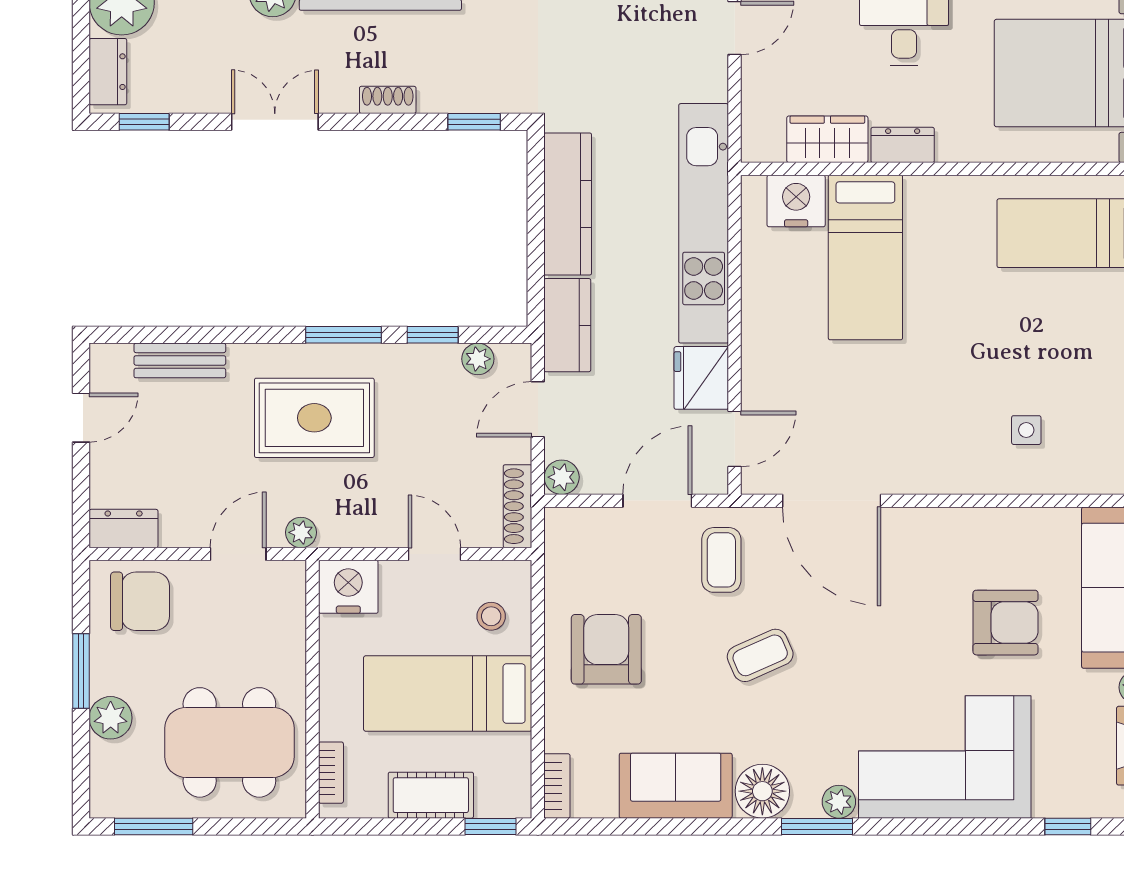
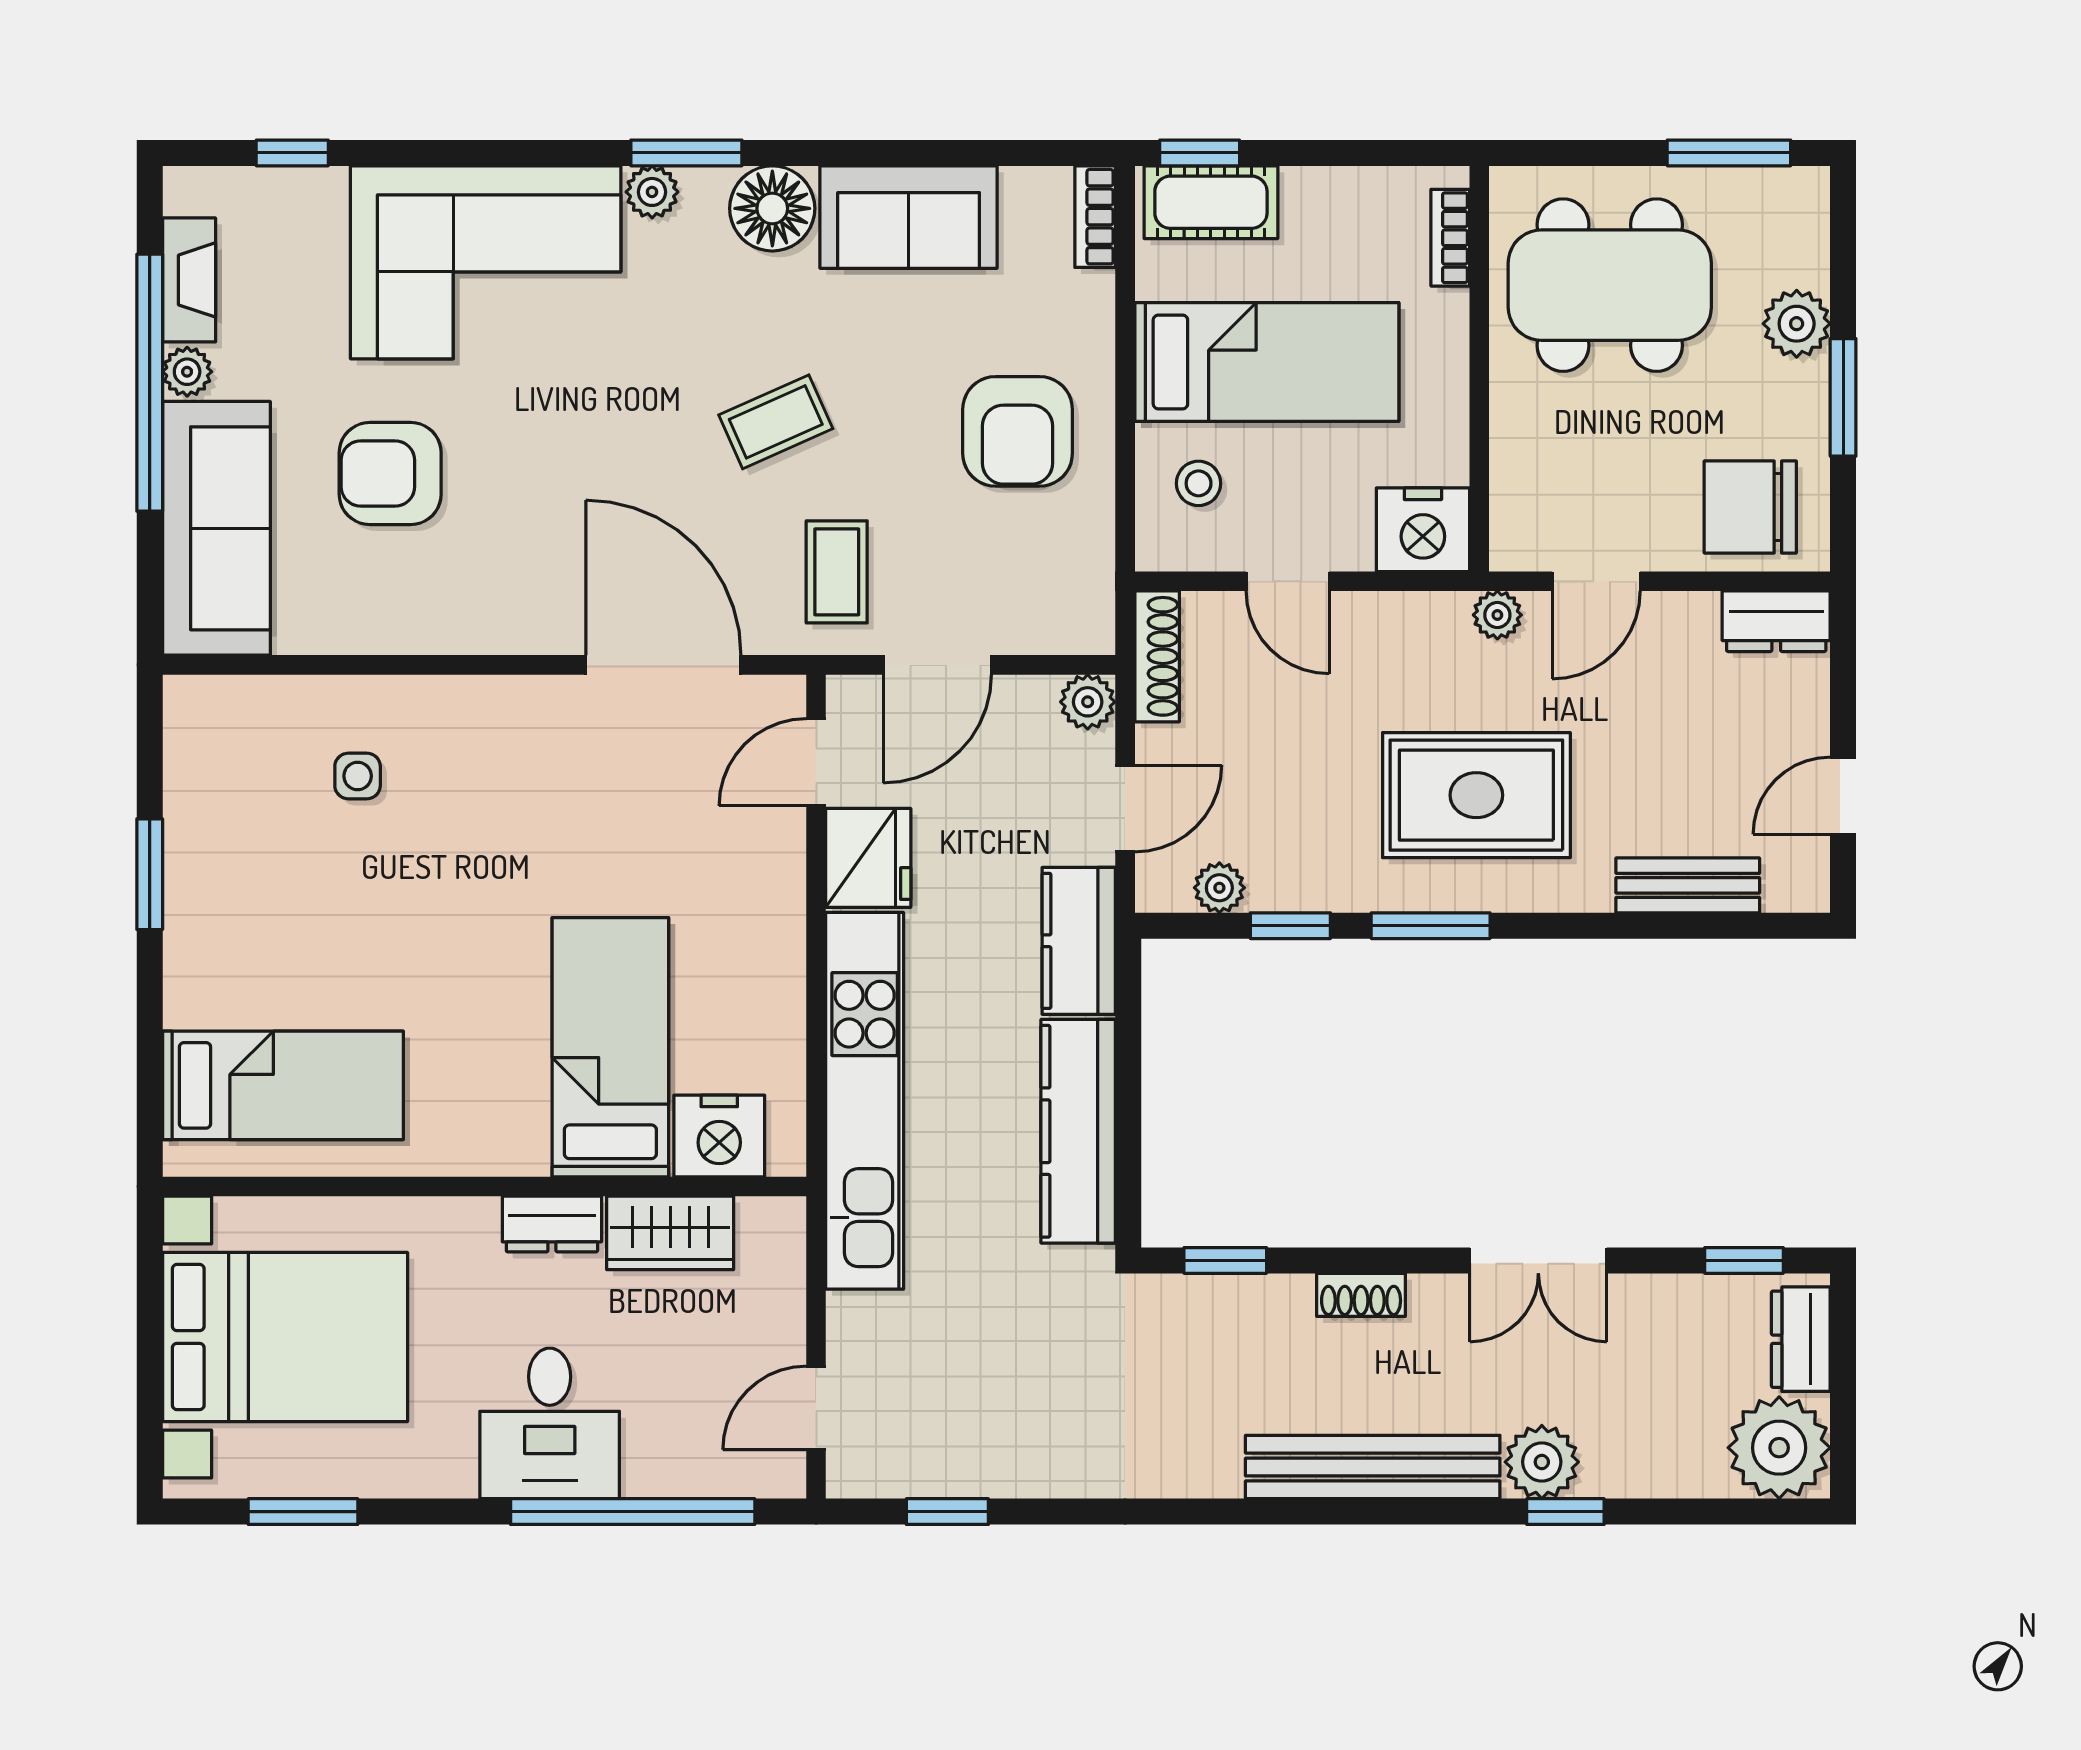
cot: (431, 795) -> (1211, 202), moved

